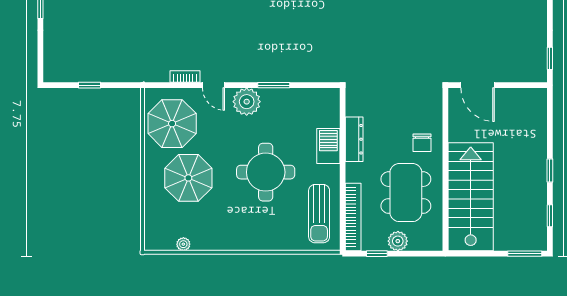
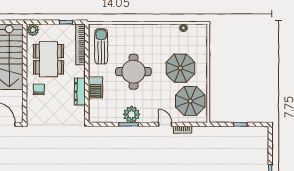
plant: (247, 102) -> (132, 114), moved
plant: (398, 241) -> (33, 30), moved

